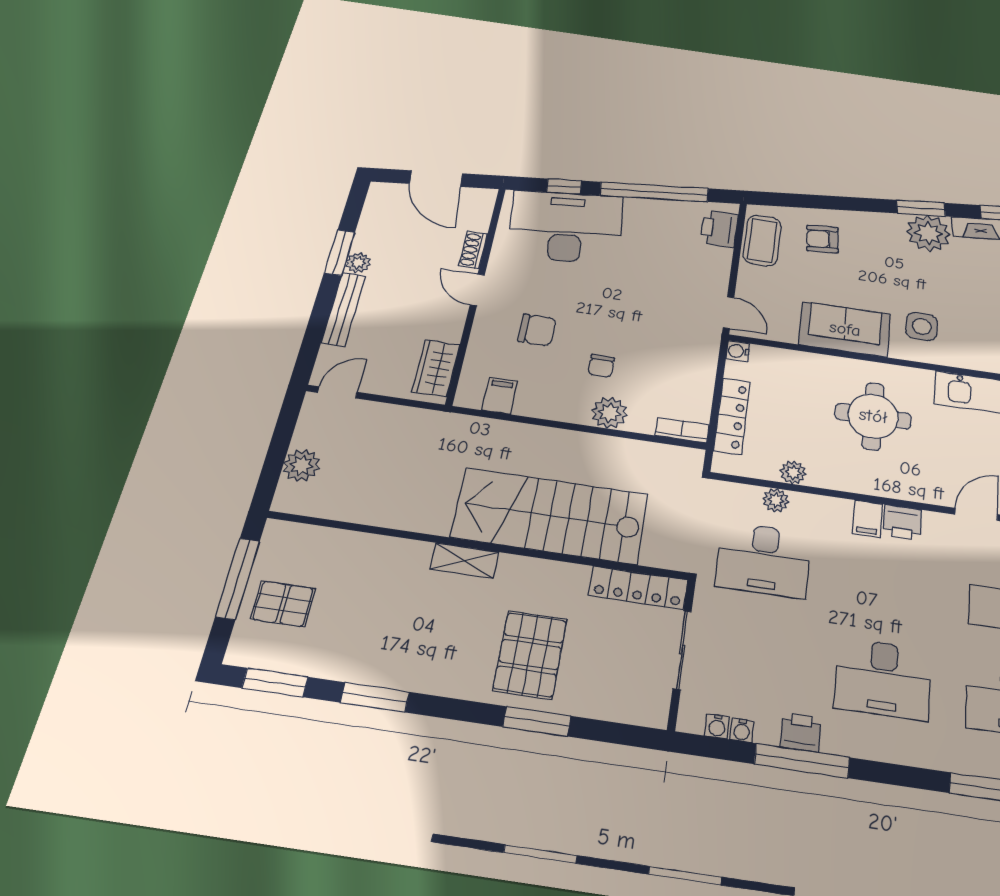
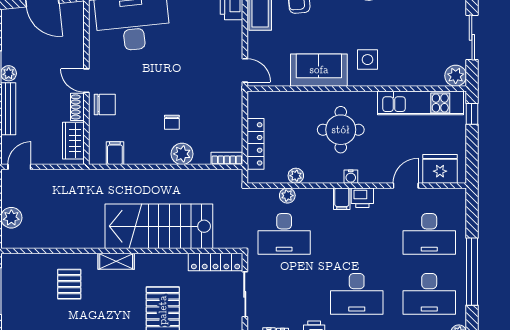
shoe rack: (473, 250) -> (77, 107), moved
chair: (537, 330) -> (105, 104), moved
water cooler: (738, 351) -> (351, 177), moved, turned -90
pallet: (283, 604) -> (69, 284), moved, turned 90

